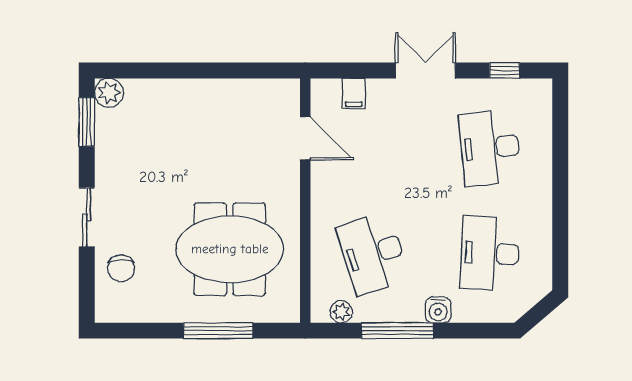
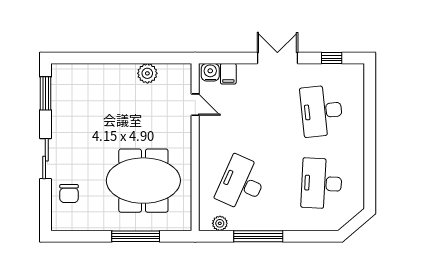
plant: (109, 93) -> (147, 73), moved
door: (305, 138) -> (195, 105), width x0.73
desk: (373, 253) -> (242, 183), turned 42
water cooler: (438, 310) -> (210, 72), moved, turned 180

